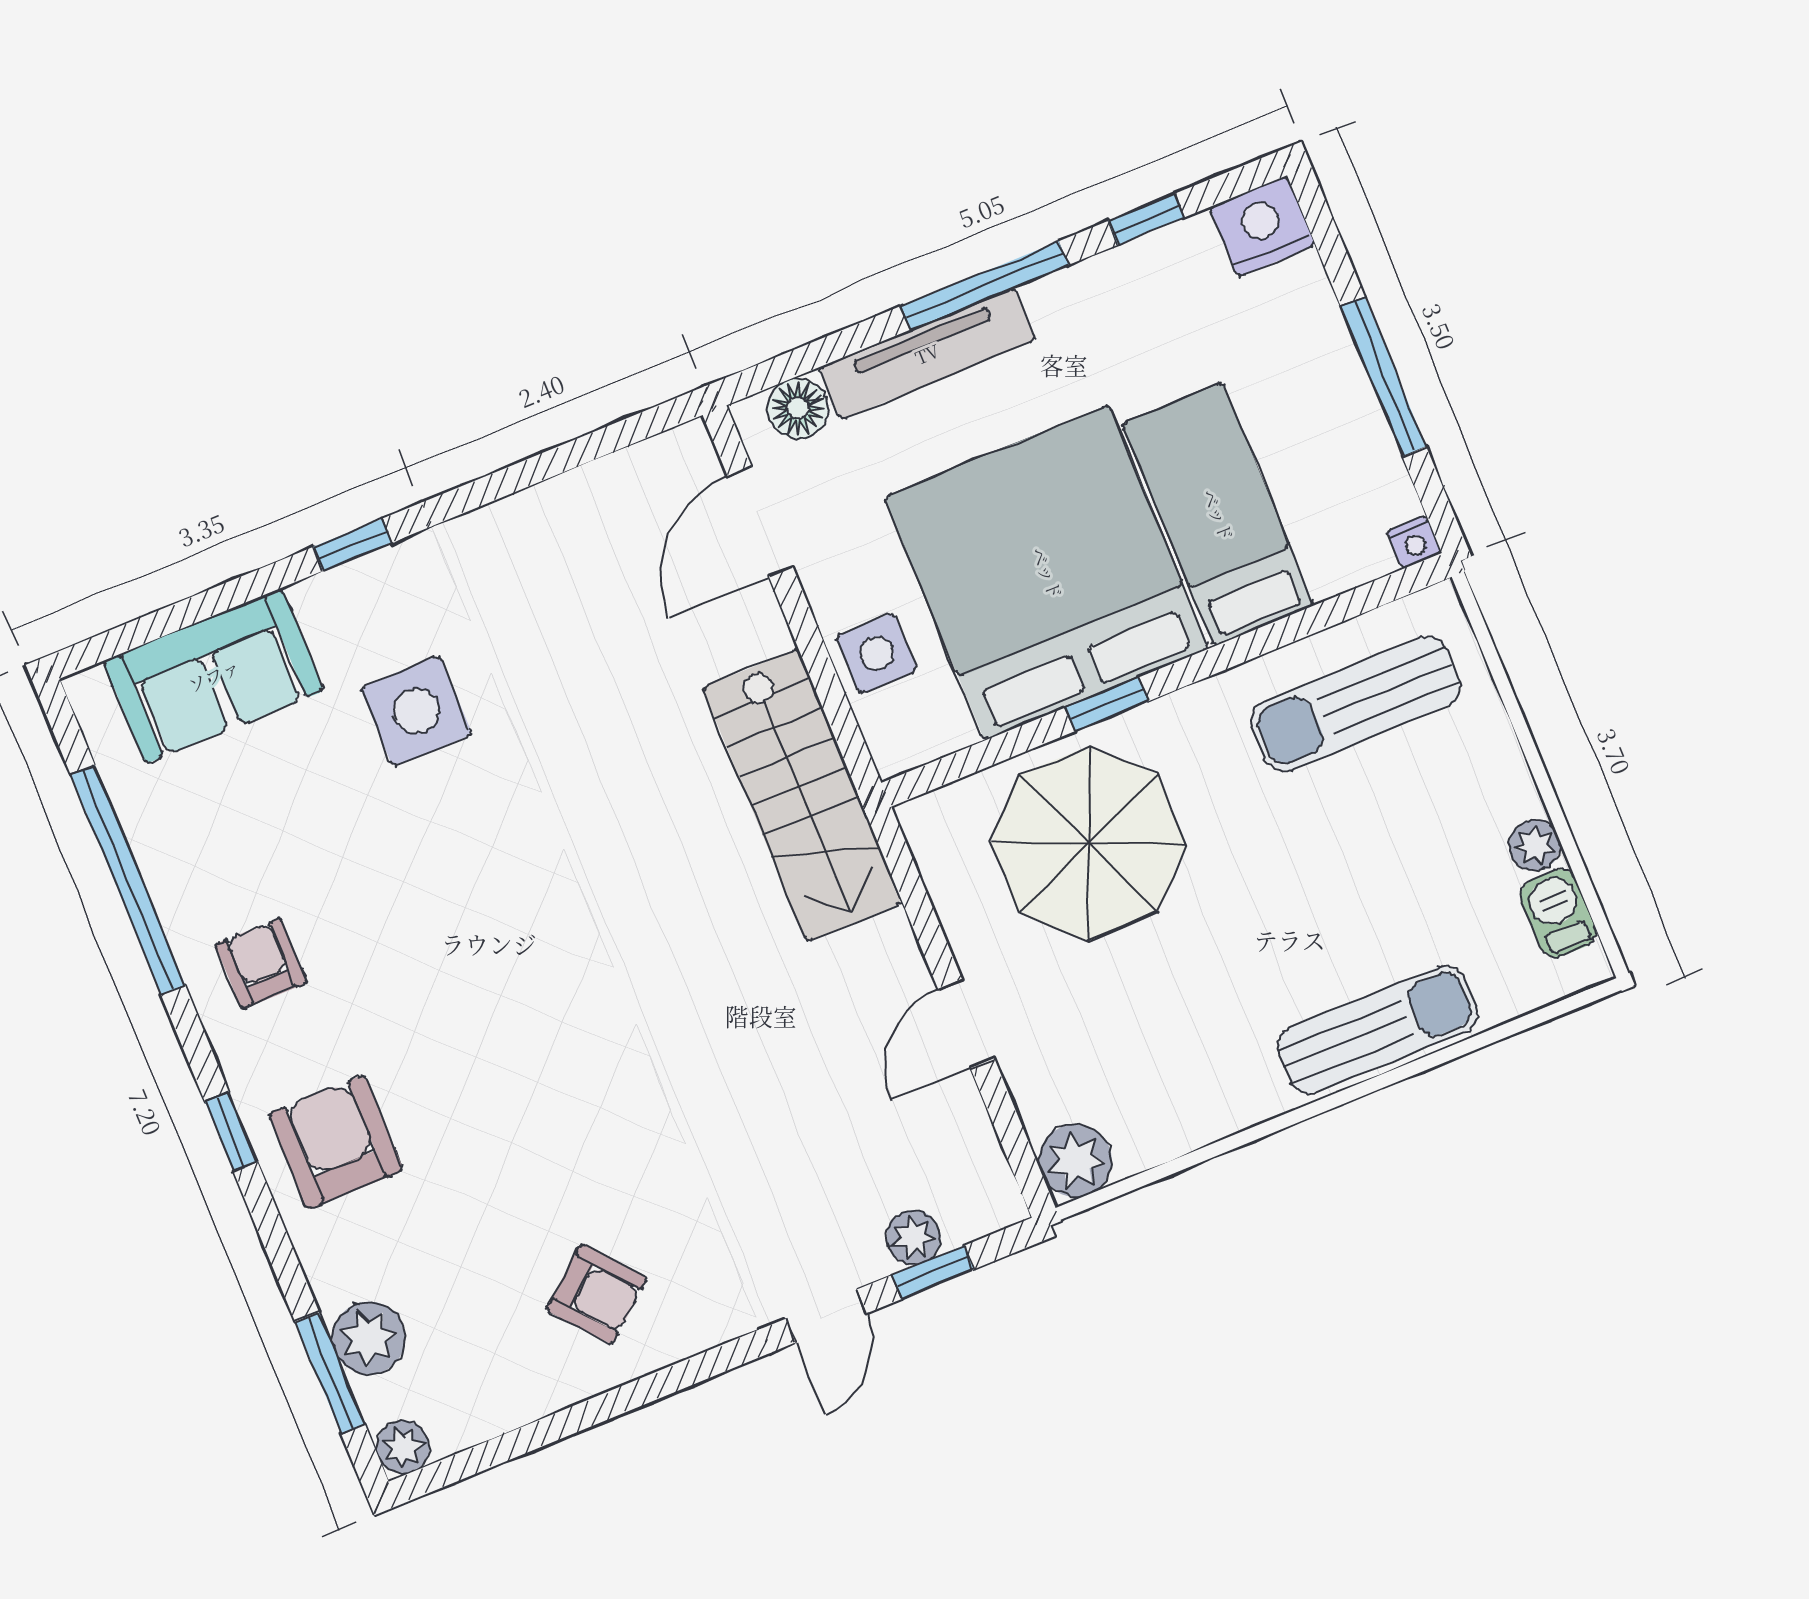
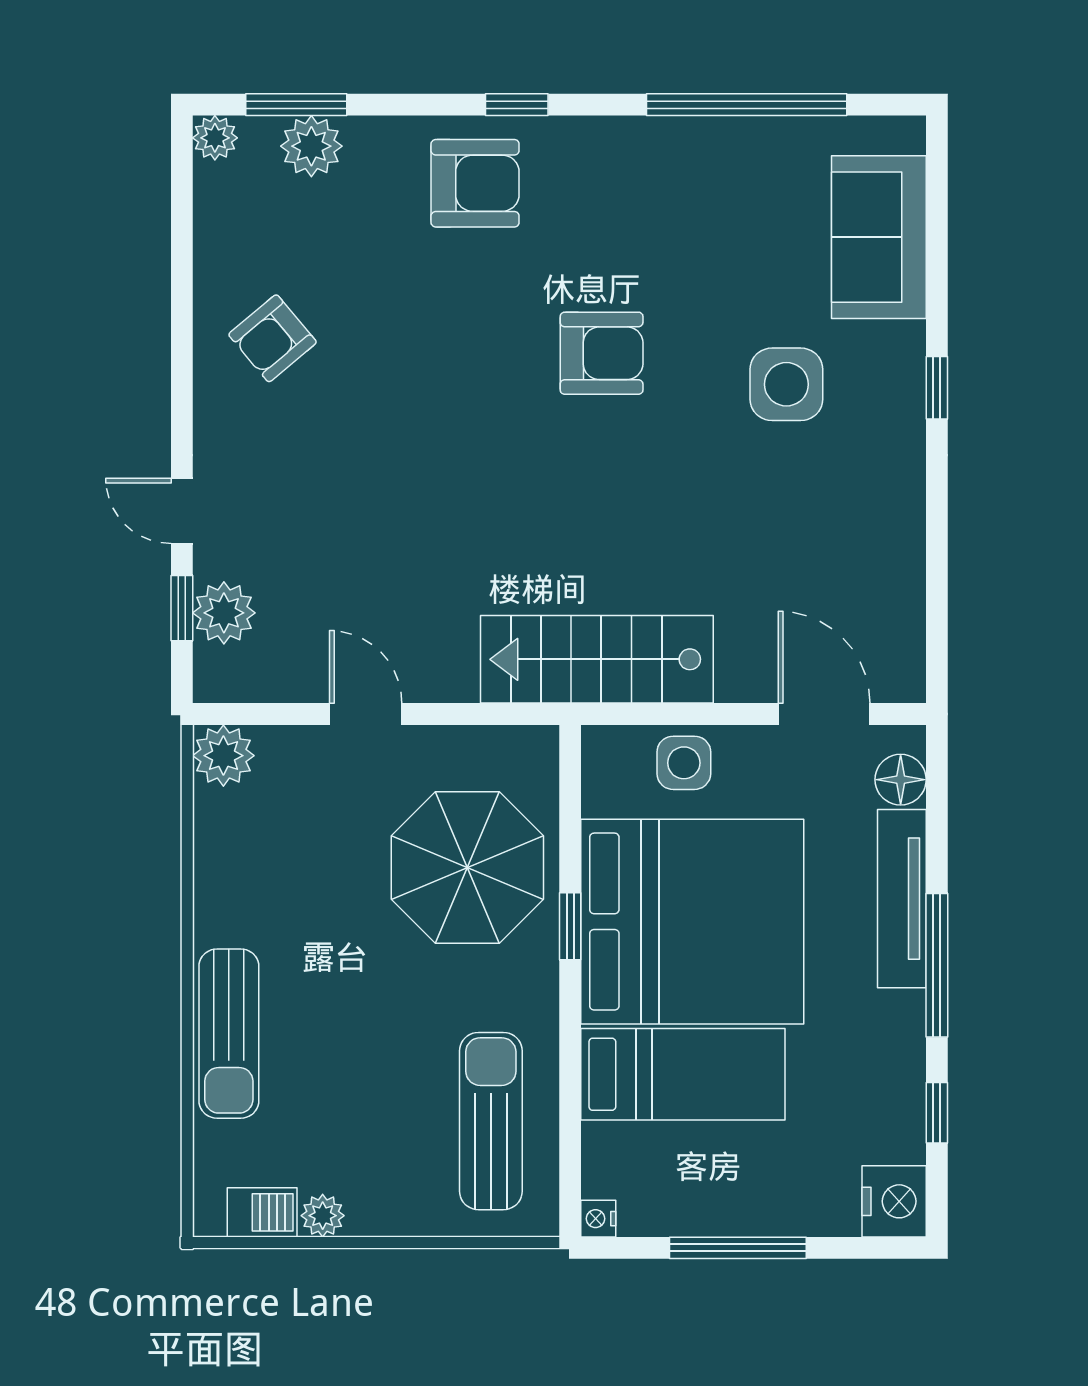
armchair: (261, 964) -> (602, 353), moved, width x1.38, depth x1.38
plant: (913, 1237) -> (224, 613), width x1.38, depth x1.38

